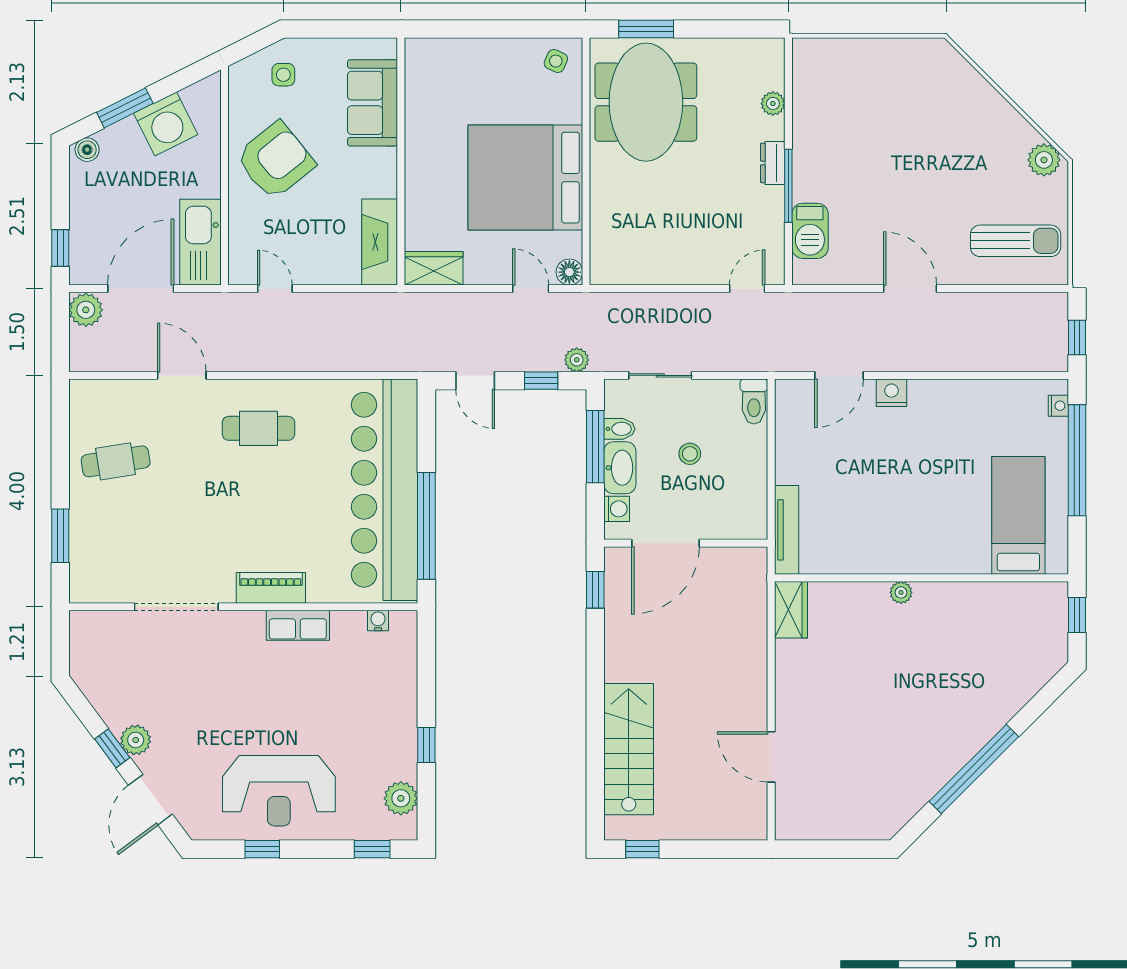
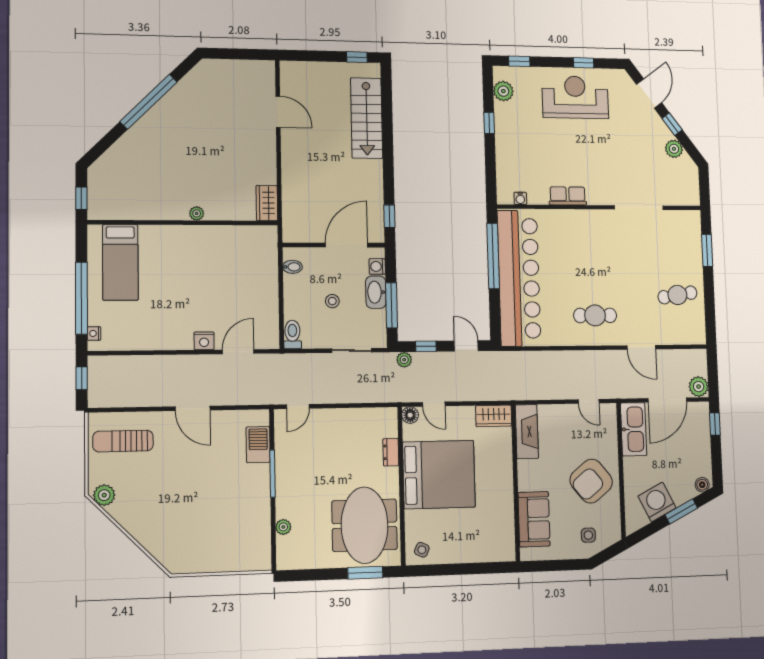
dresser: (773, 163) -> (391, 452), moved, turned 180
bidet: (619, 429) -> (292, 267), moved, turned 180
tv unit: (787, 530) -> (270, 253), removed
piano: (271, 588) -> (584, 219), removed
plant: (136, 740) -> (674, 149), moved

